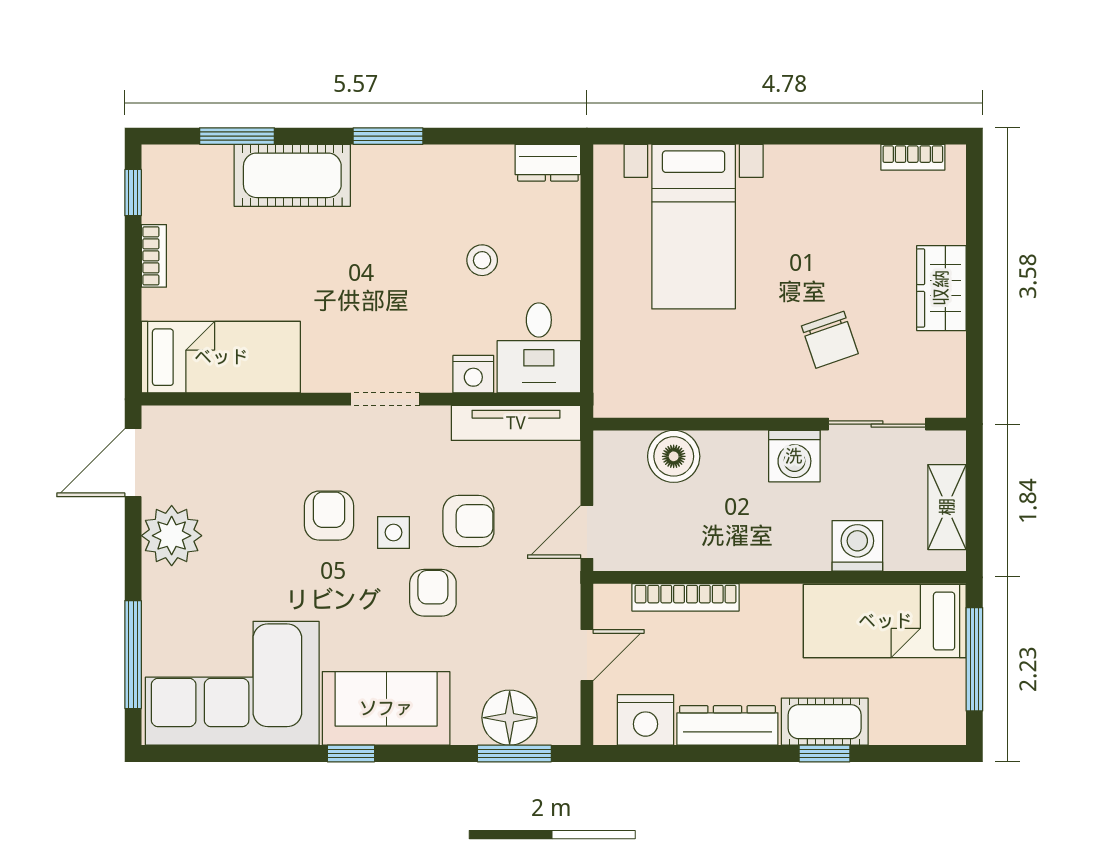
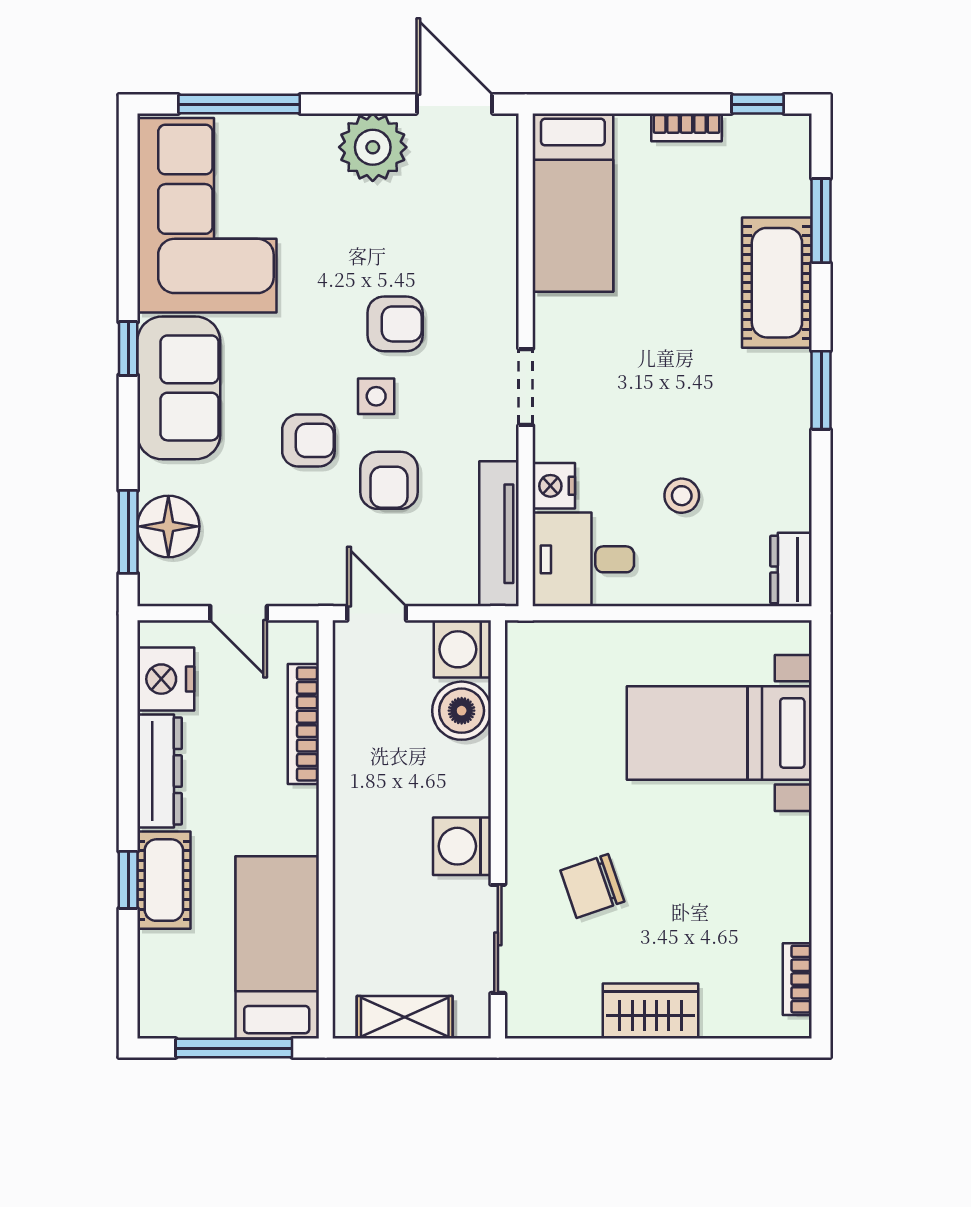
washing machine: (857, 546) -> (462, 649), moved, turned 180

